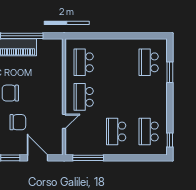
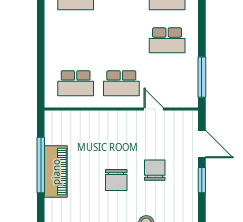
door: (37, 158) -> (202, 144), swing flipped

